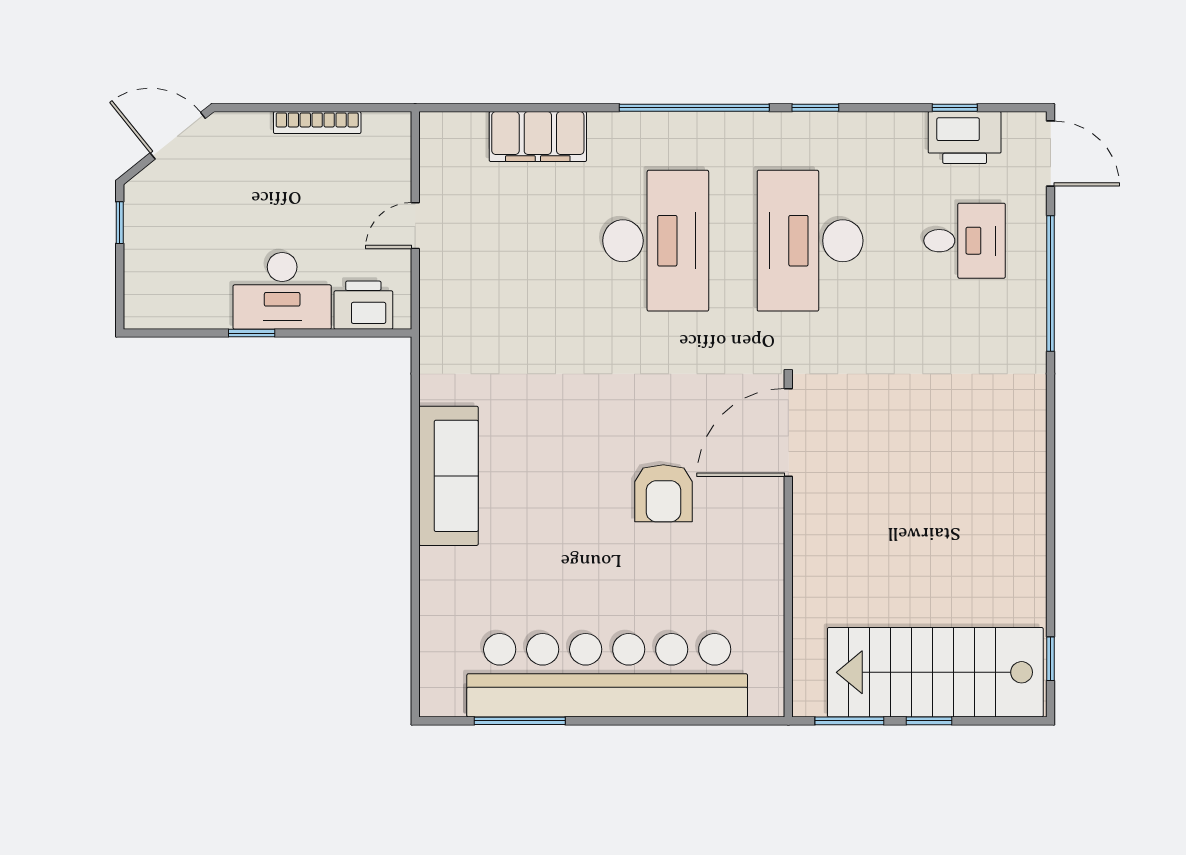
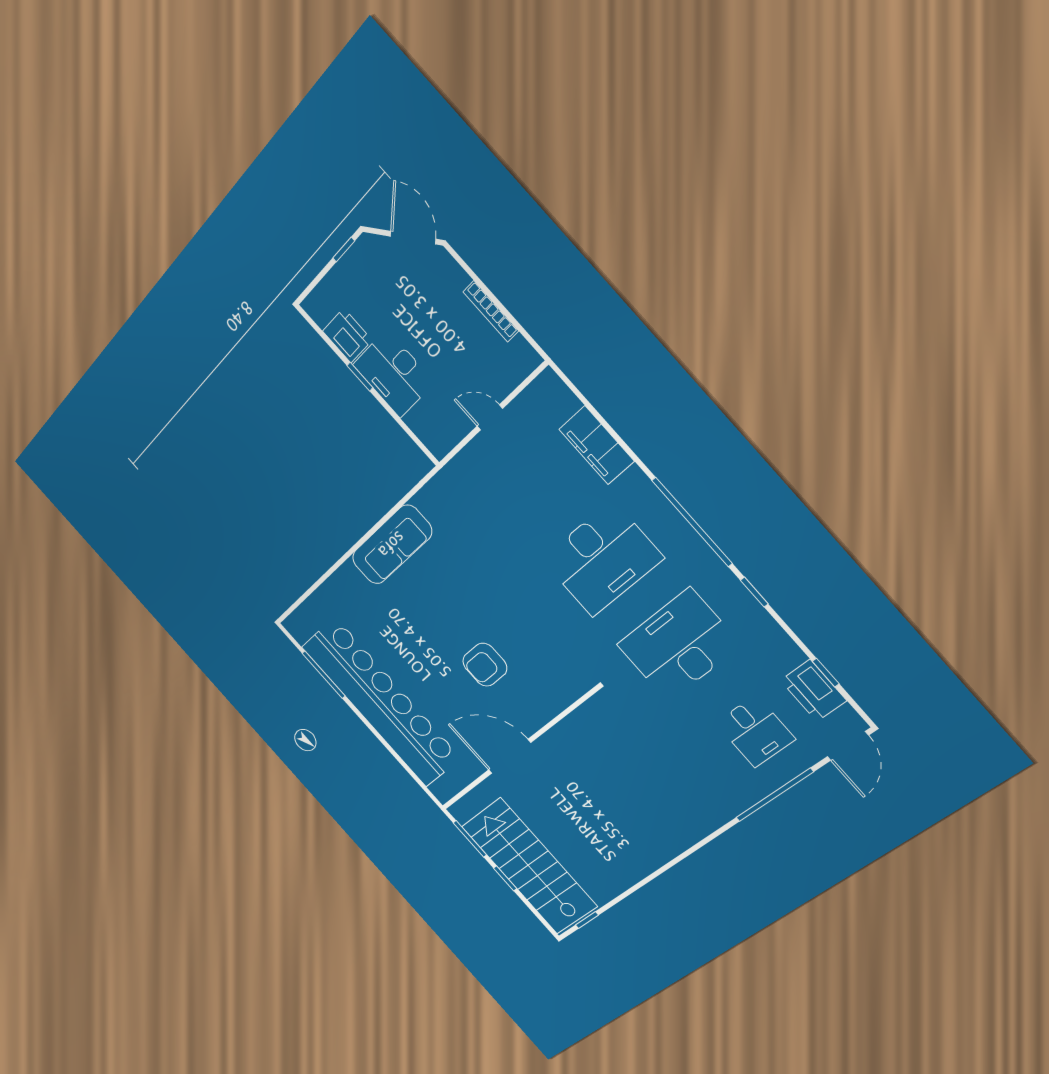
printer: (363, 305) -> (347, 336), moved
door: (788, 432) -> (510, 756), moved

